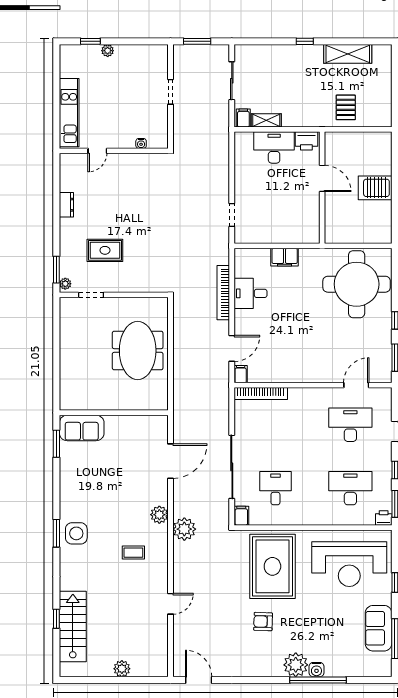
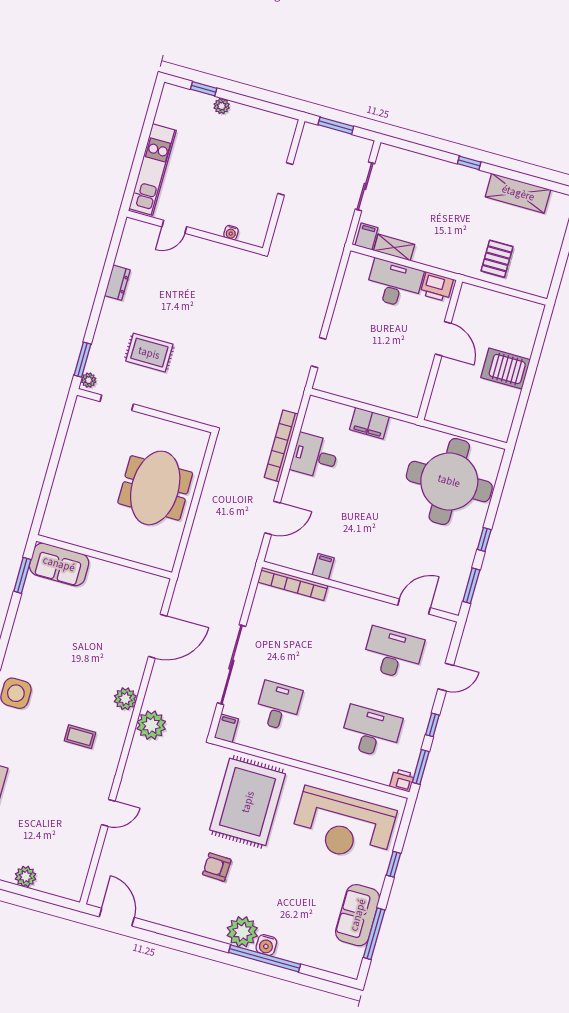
filing cabinet: (241, 374) -> (323, 566), moved

